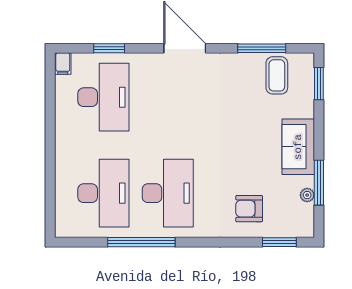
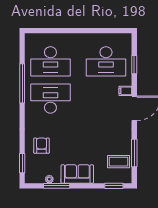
filing cabinet: (63, 64) -> (125, 91), moved
desk: (168, 193) -> (50, 99), turned 180

